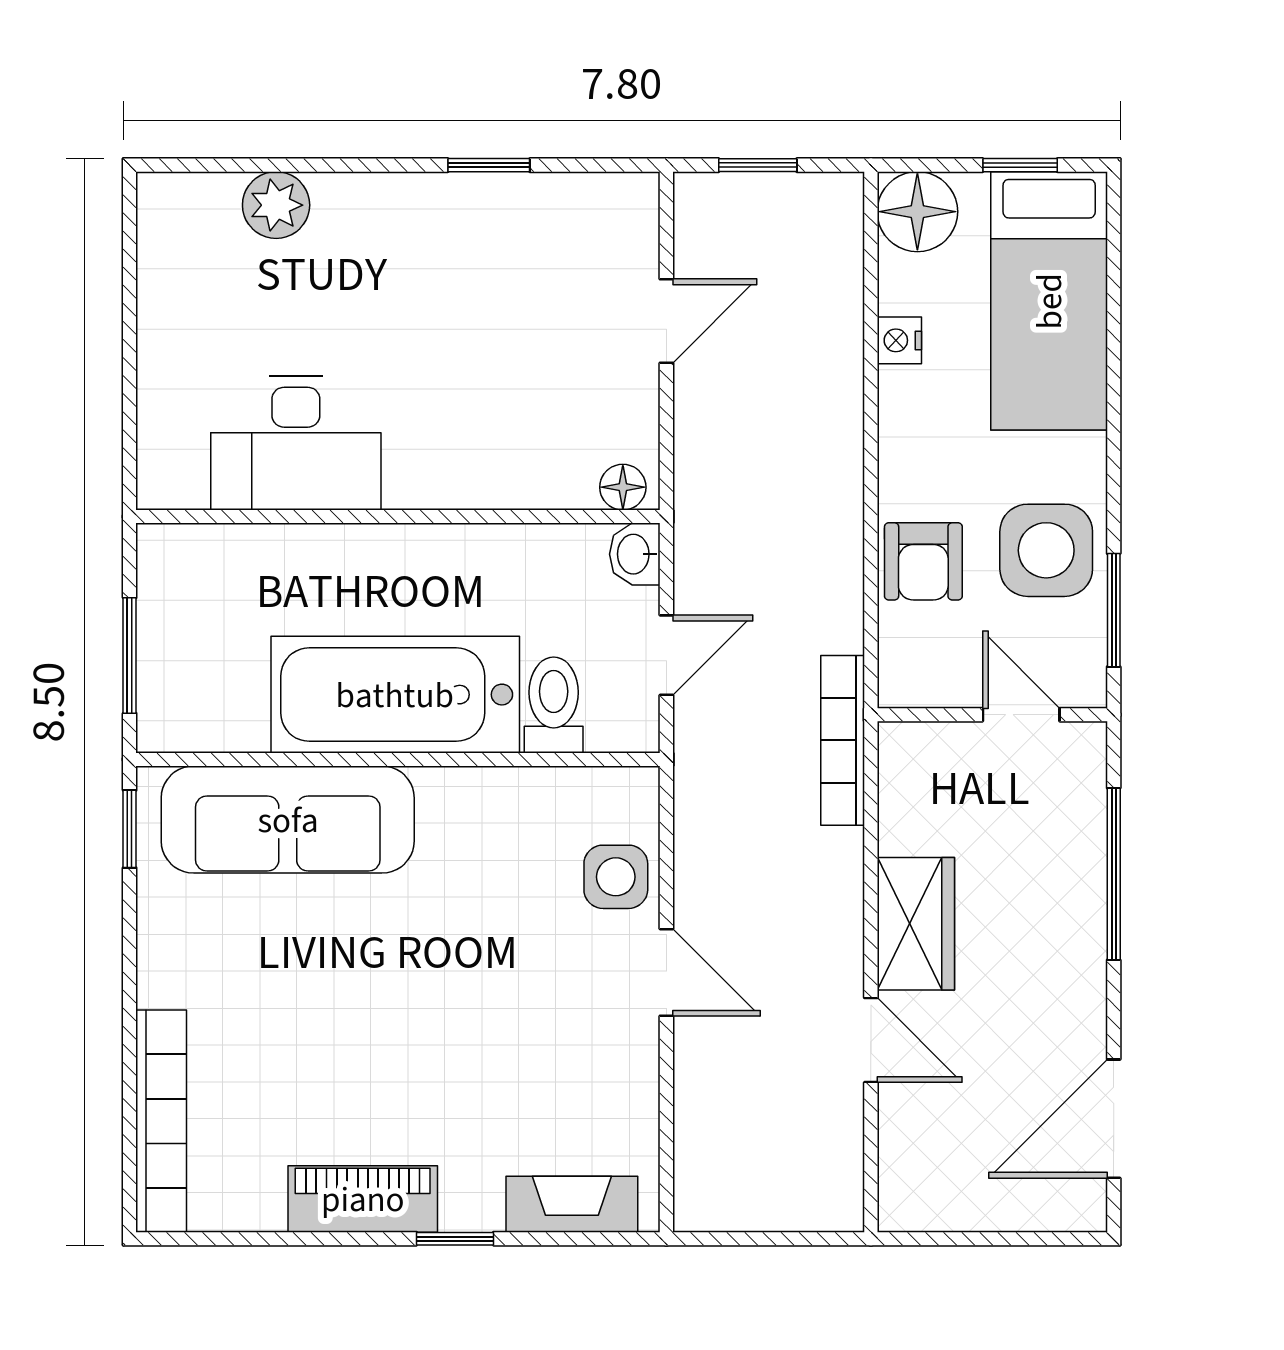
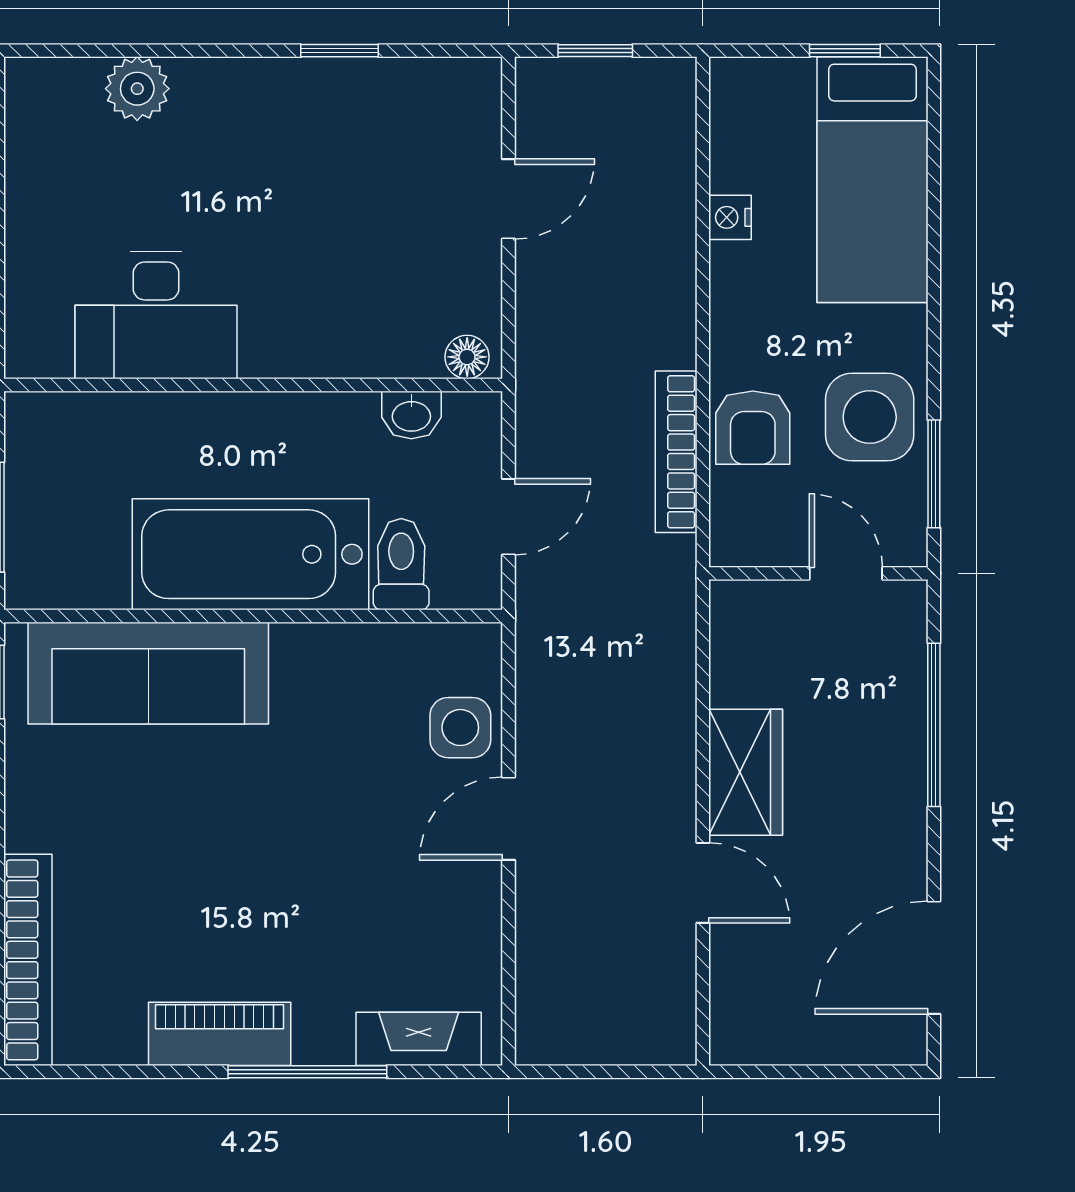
floor lamp: (917, 212) -> (747, 95), removed
washbasin: (635, 554) -> (411, 415), moved, turned -90
bookcase: (843, 740) -> (676, 452), moved
door: (666, 972) -> (508, 819), swing flipped
window: (455, 1239) -> (307, 1072), width x2.17

